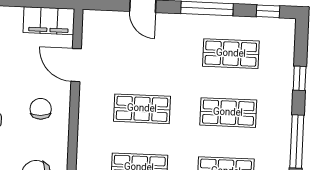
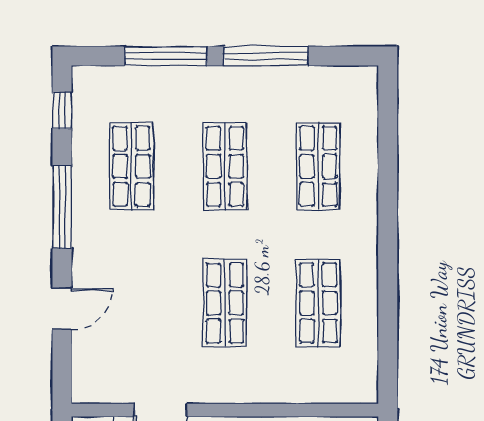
window: (300, 78) -> (166, 56), width x2.17

